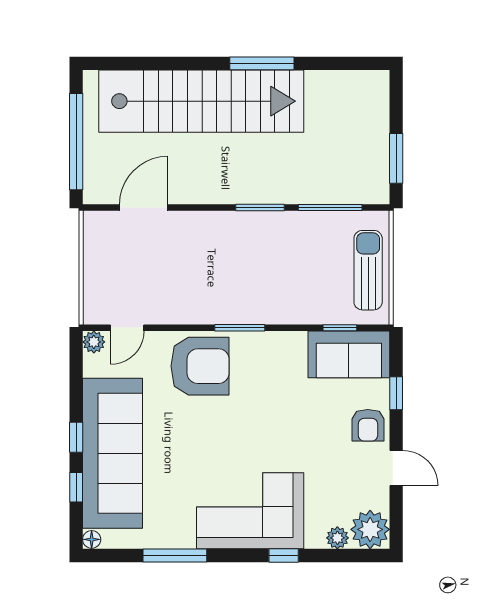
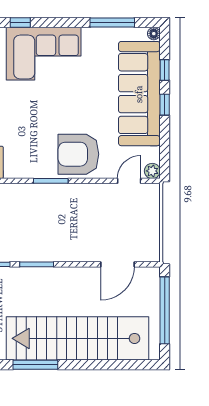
window: (175, 555) -> (112, 22), moved

